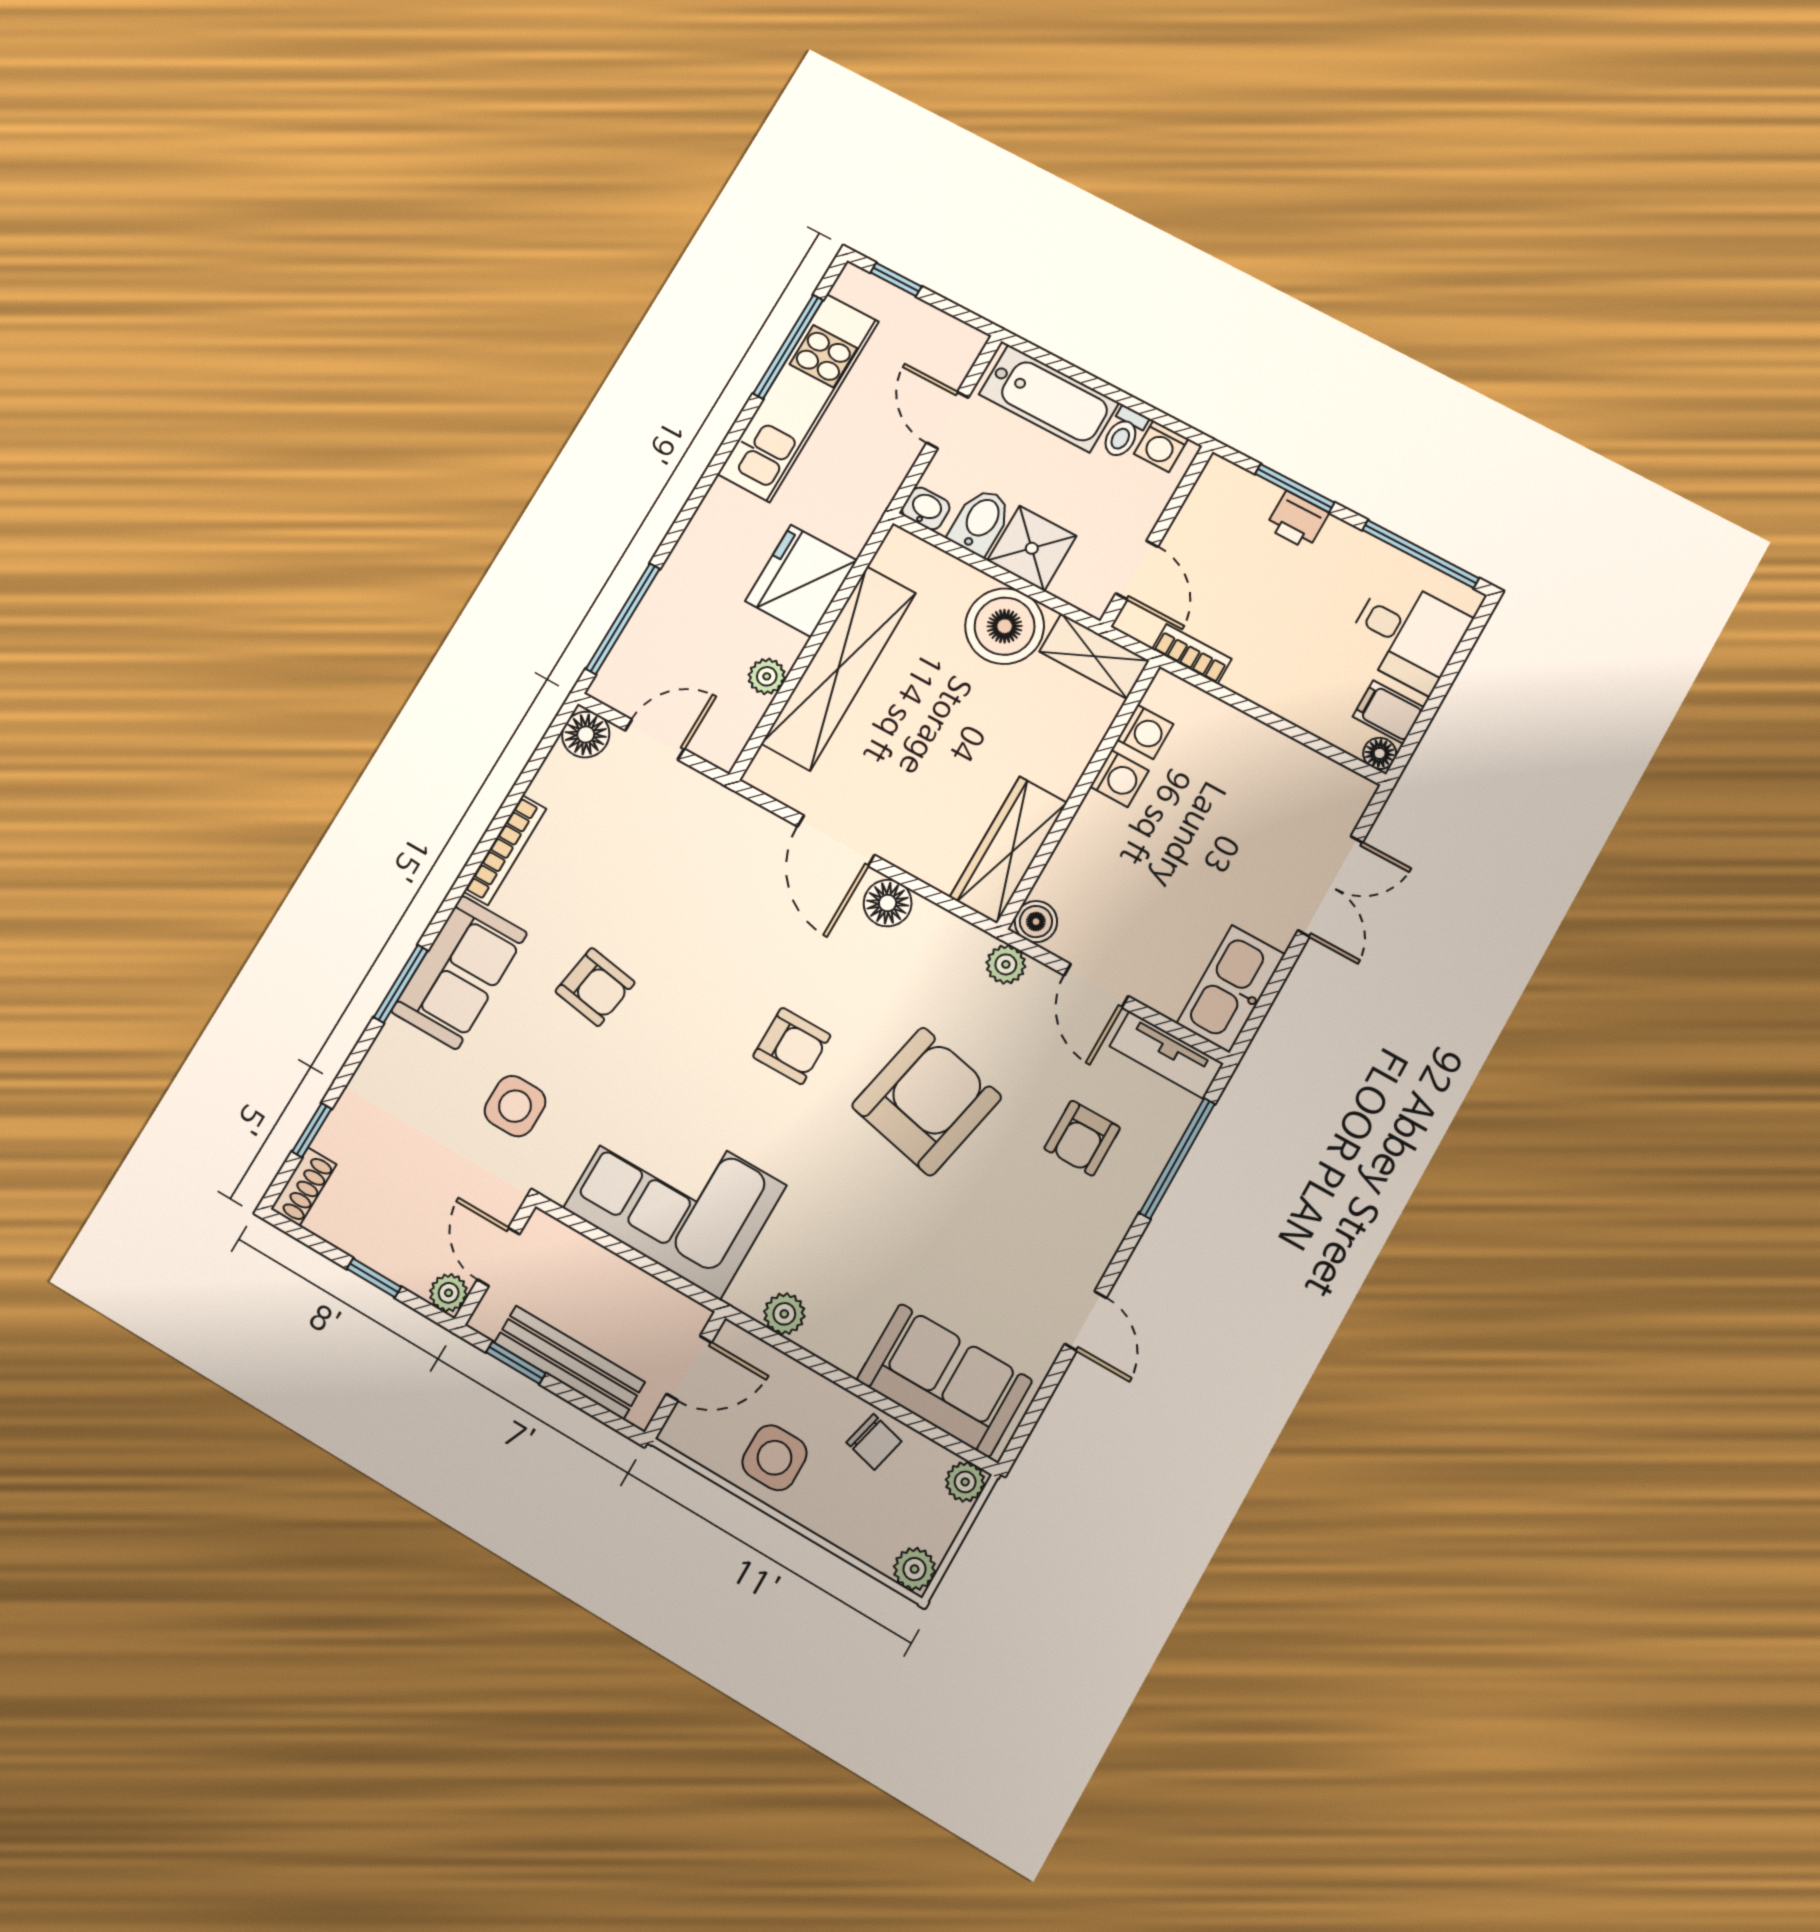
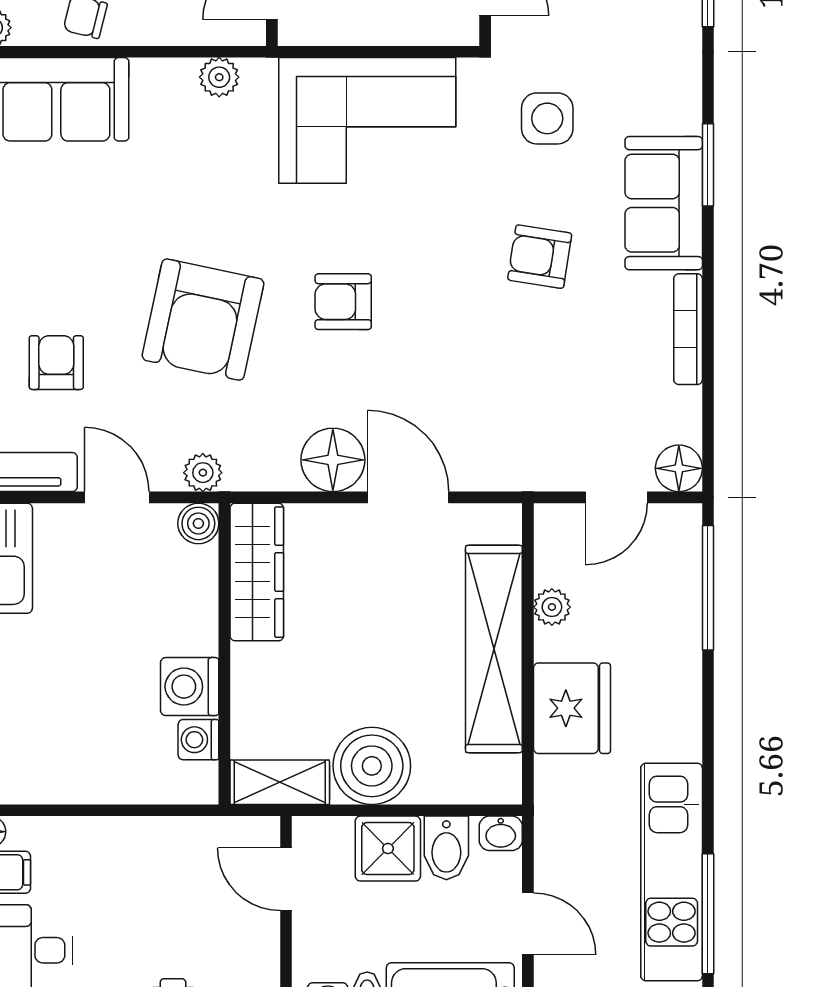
bookcase: (1192, 654) -> (197, 831), removed
washing machine: (1119, 779) -> (190, 687), width x1.38, depth x1.38
floor lamp: (888, 903) -> (333, 460), width x1.38, depth x1.38

